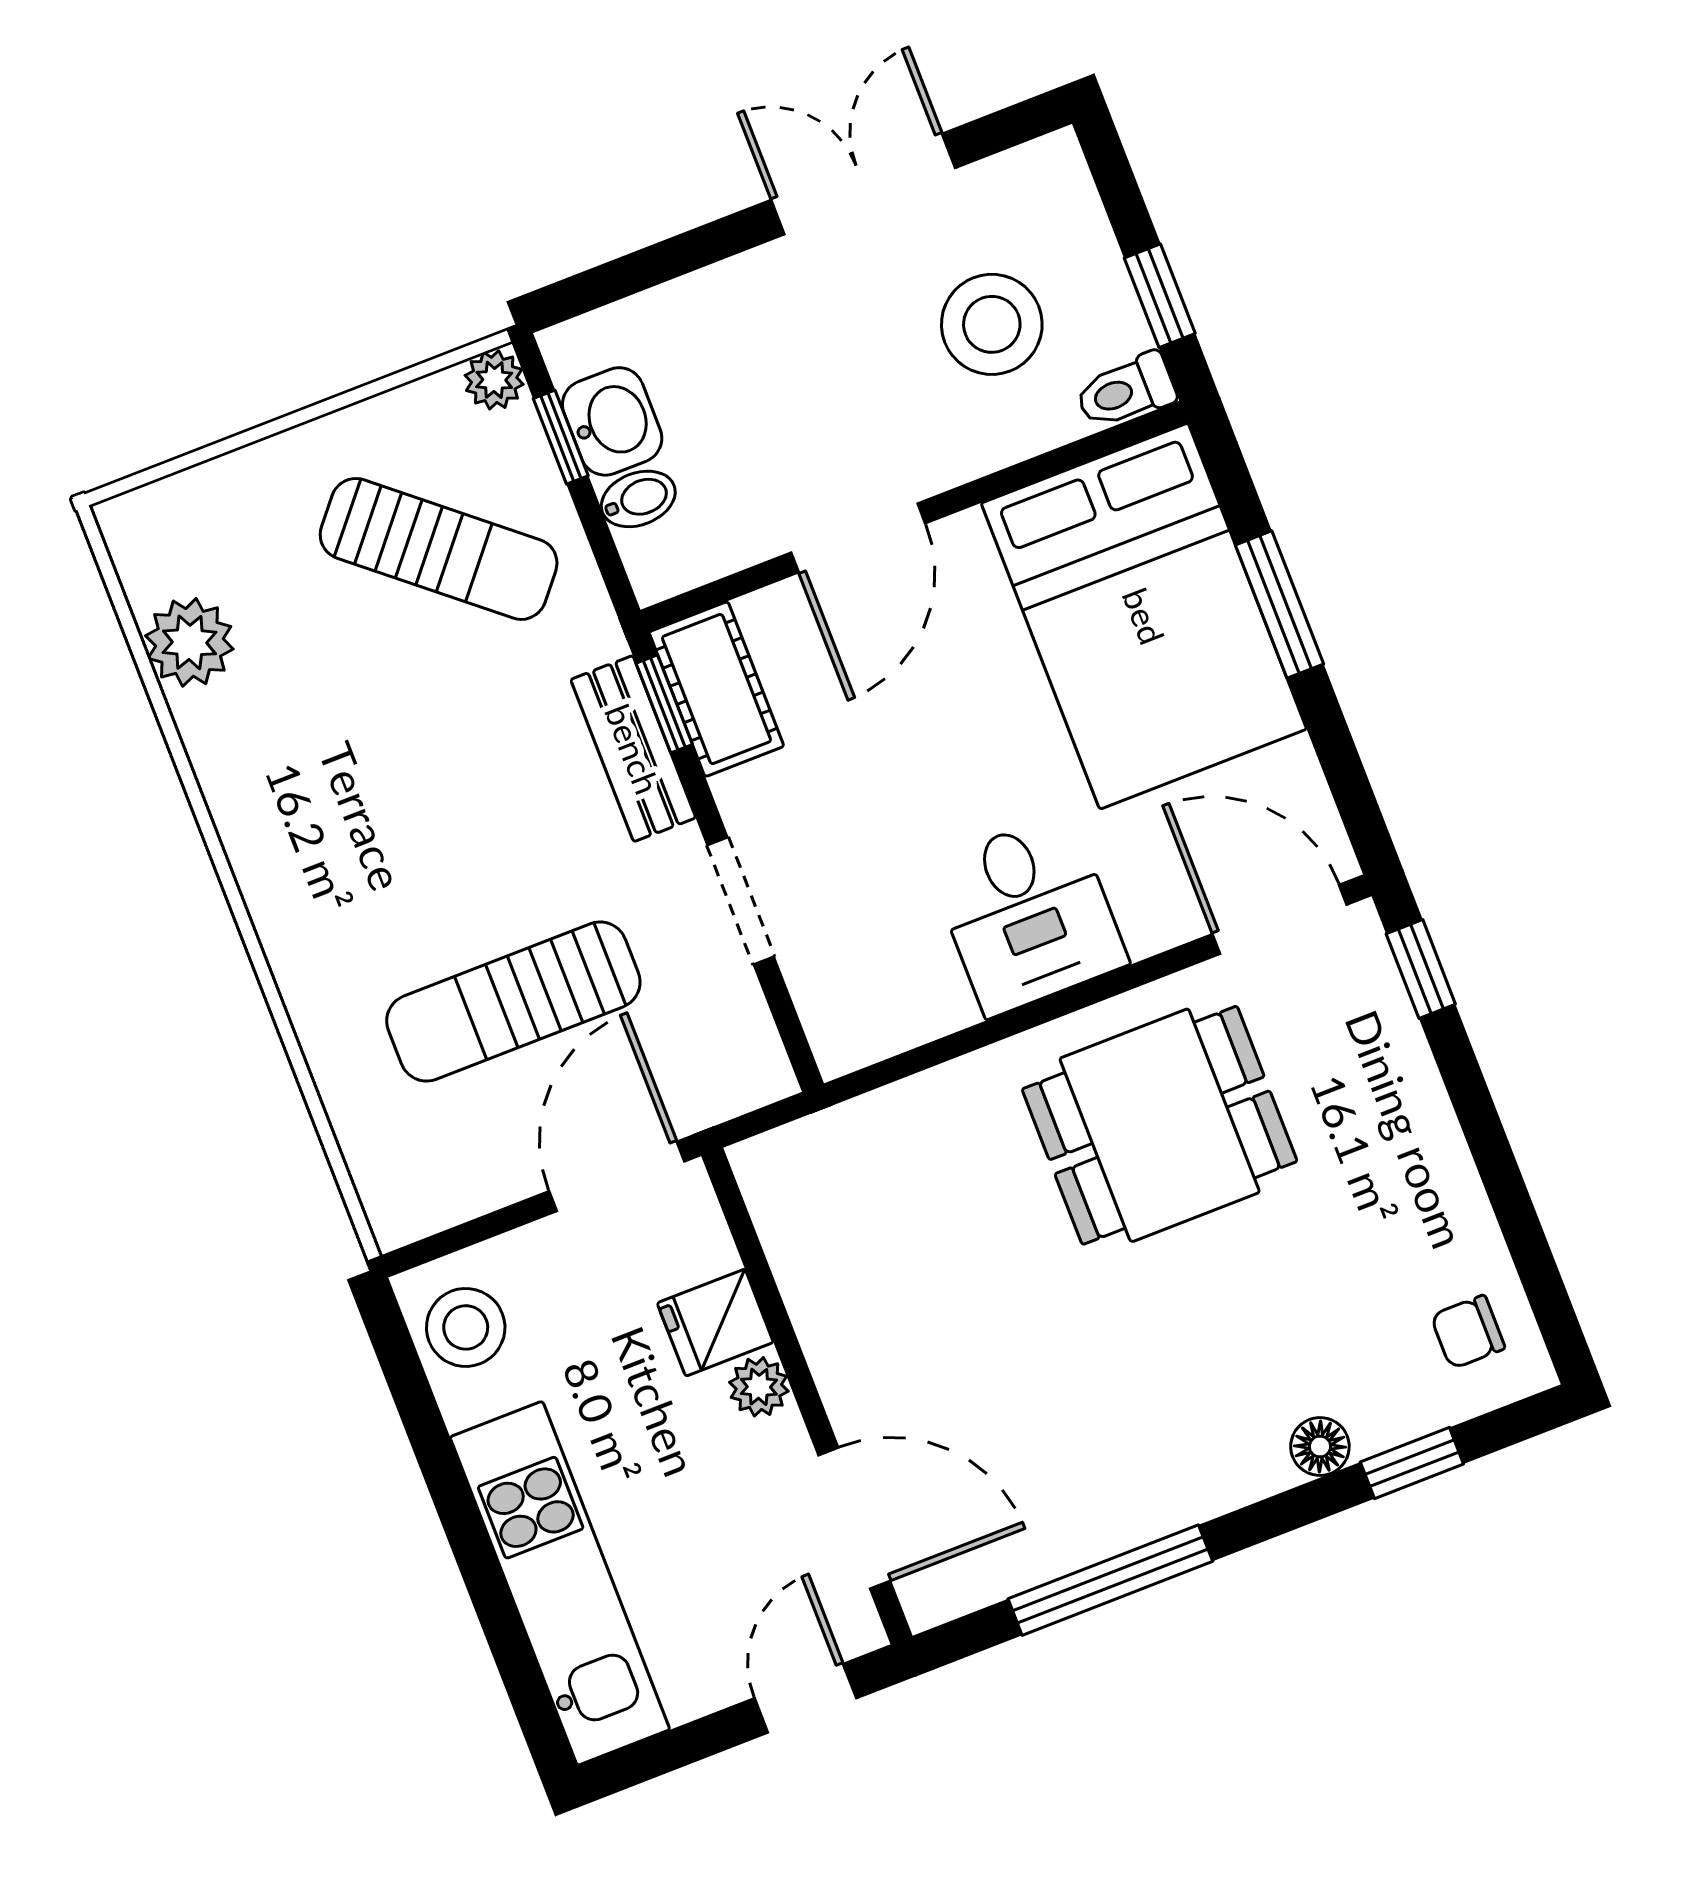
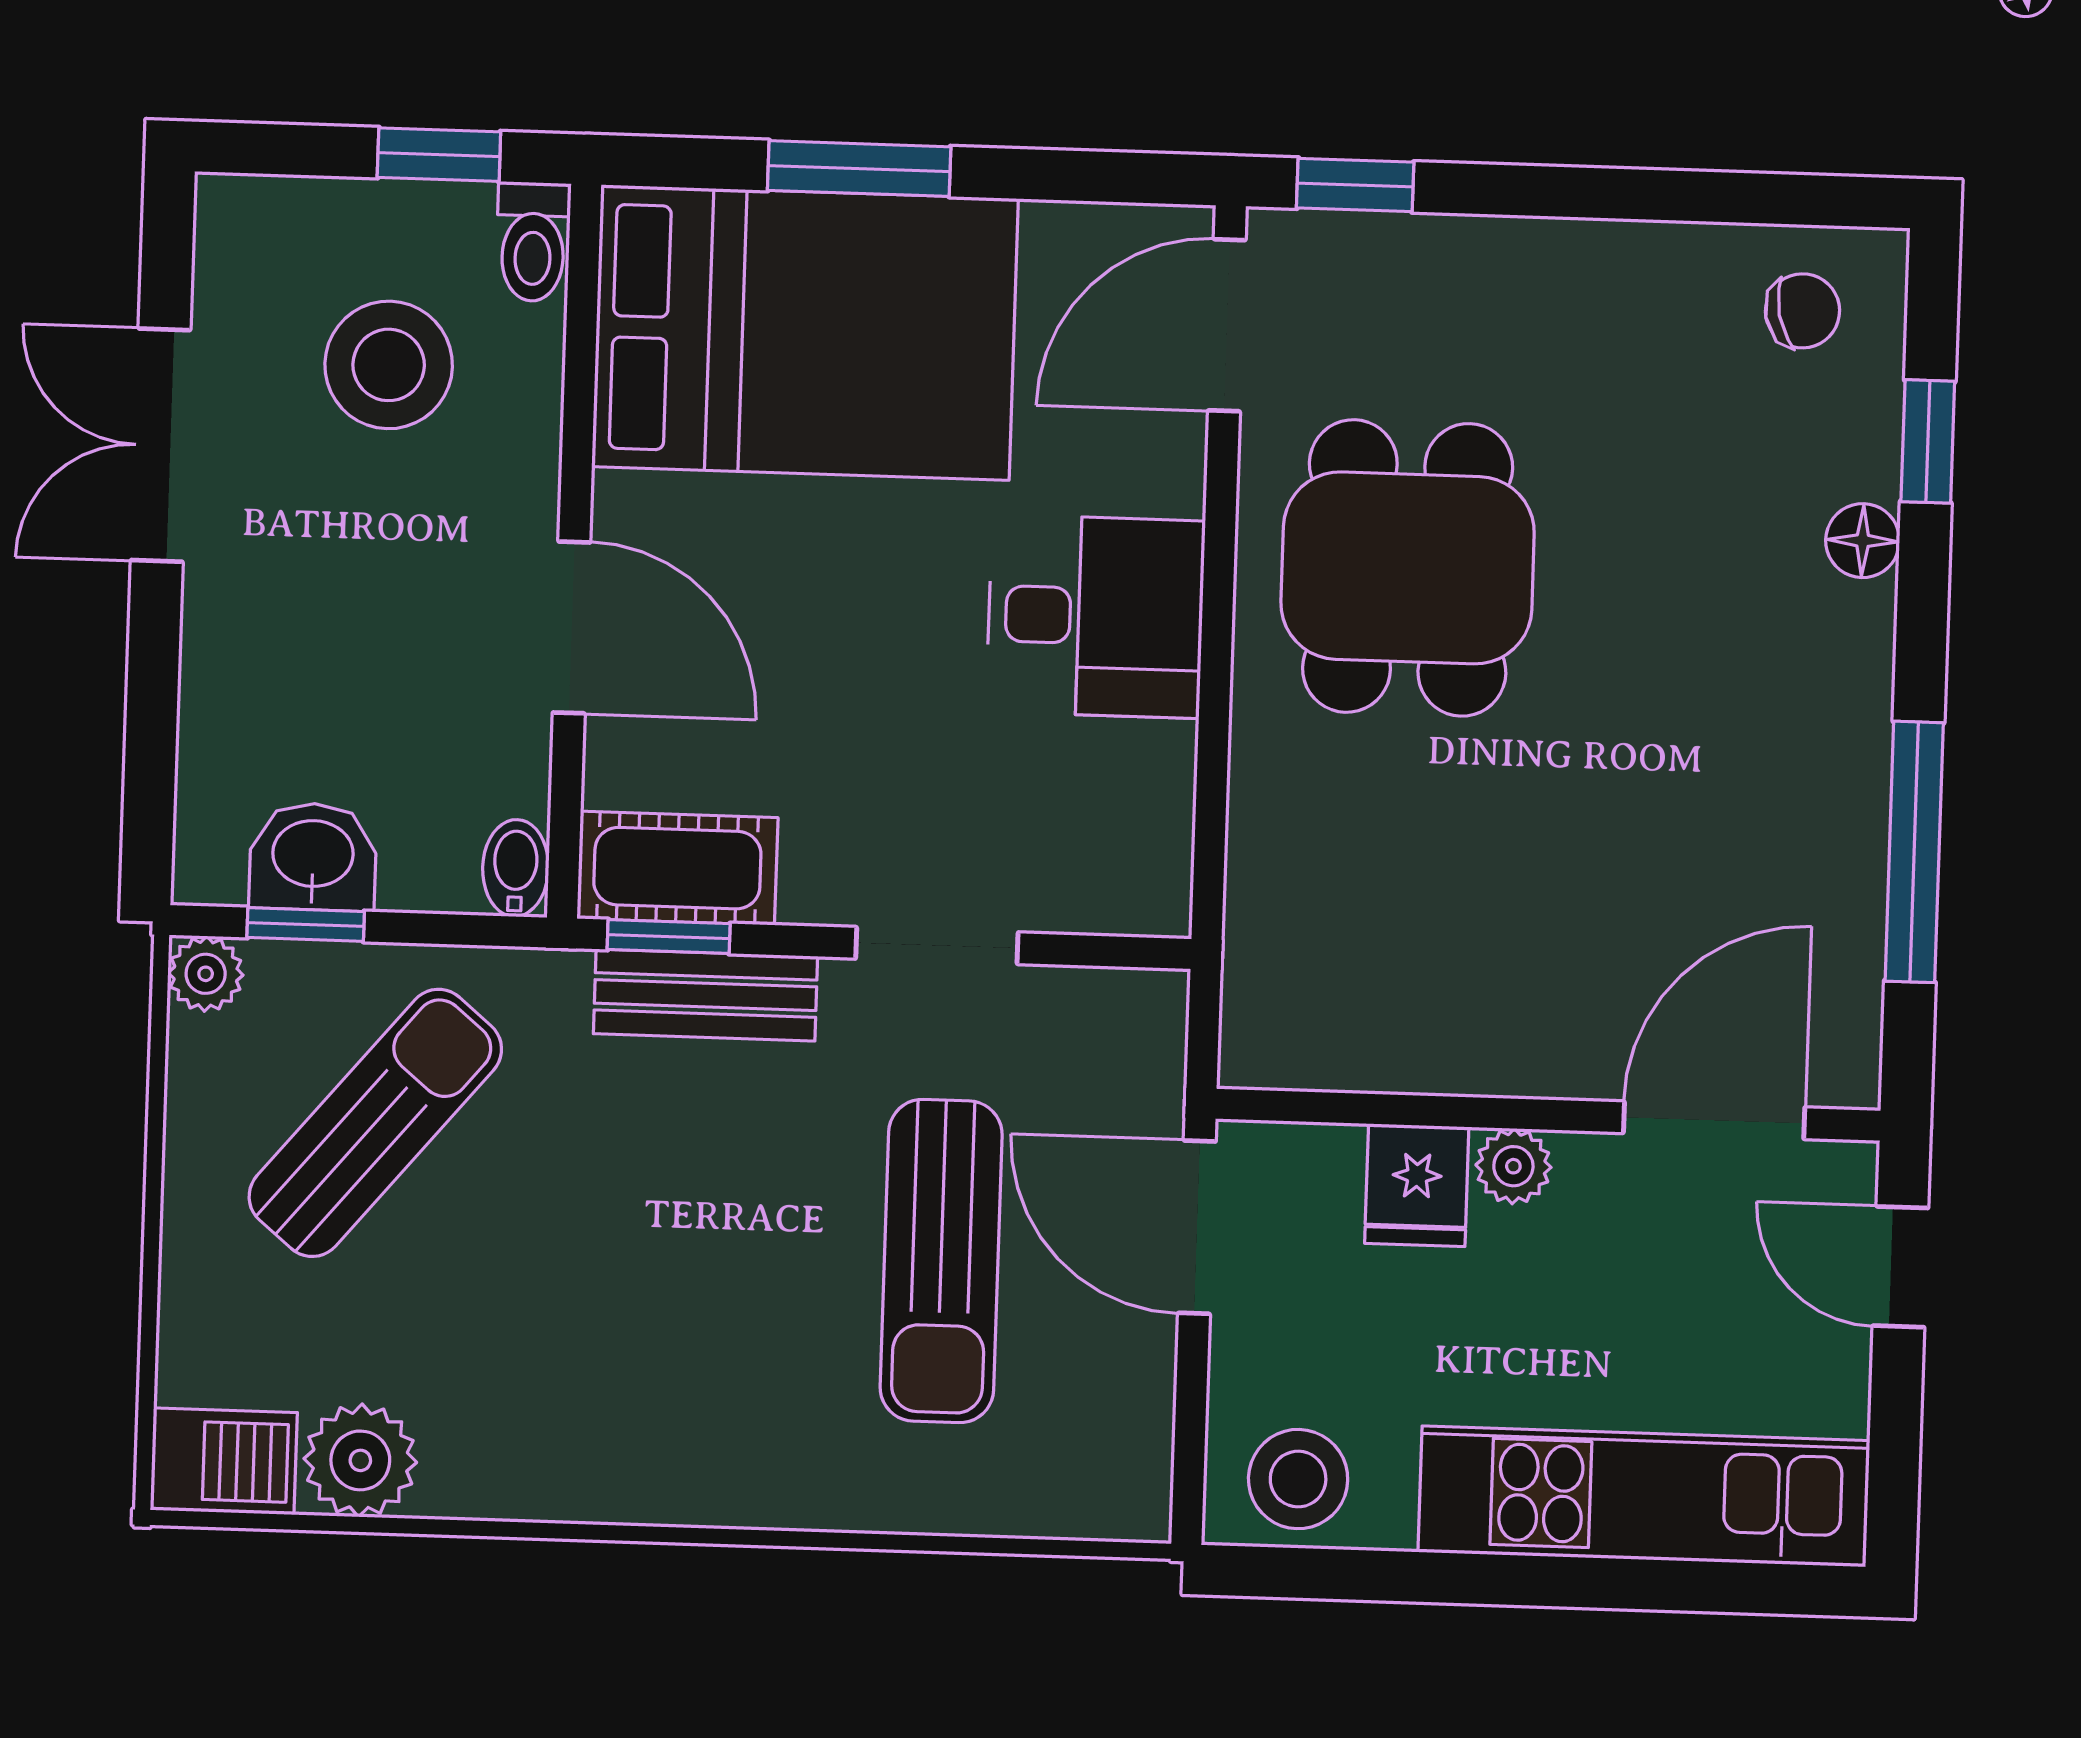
bidet: (638, 499) -> (516, 868), moved
barbecue: (147, 544) -> (224, 1461), added
chair: (1468, 1332) -> (1803, 311), turned -102

